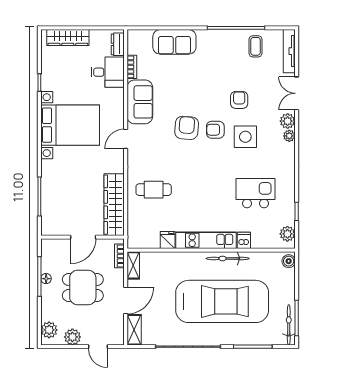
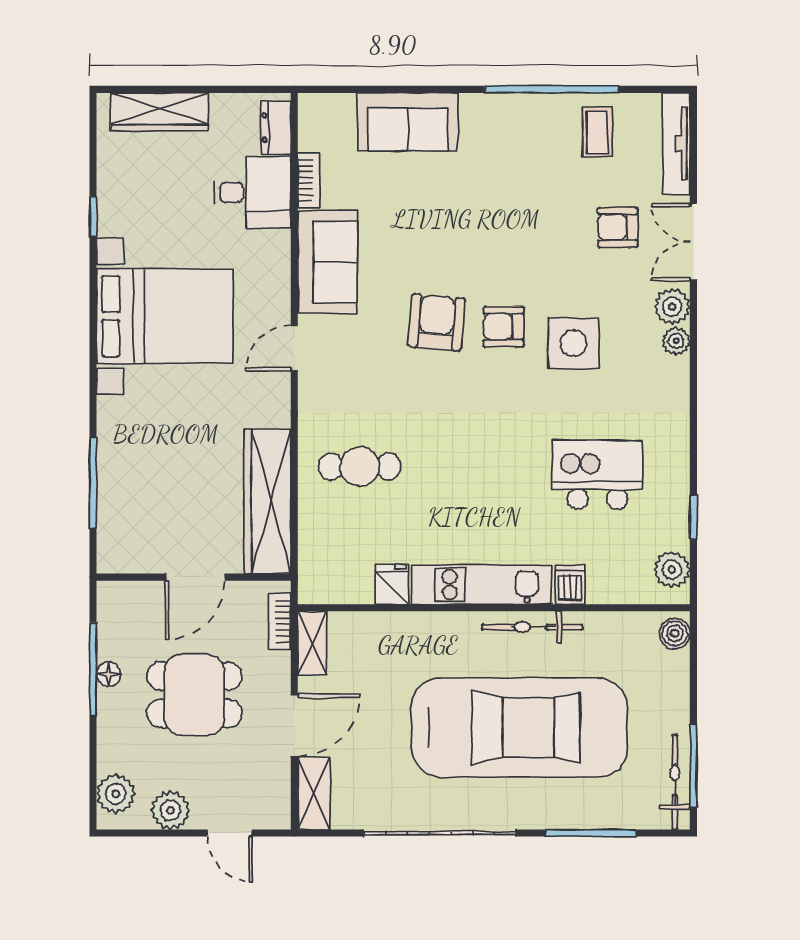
armchair: (239, 100) -> (618, 227), moved, turned -90

